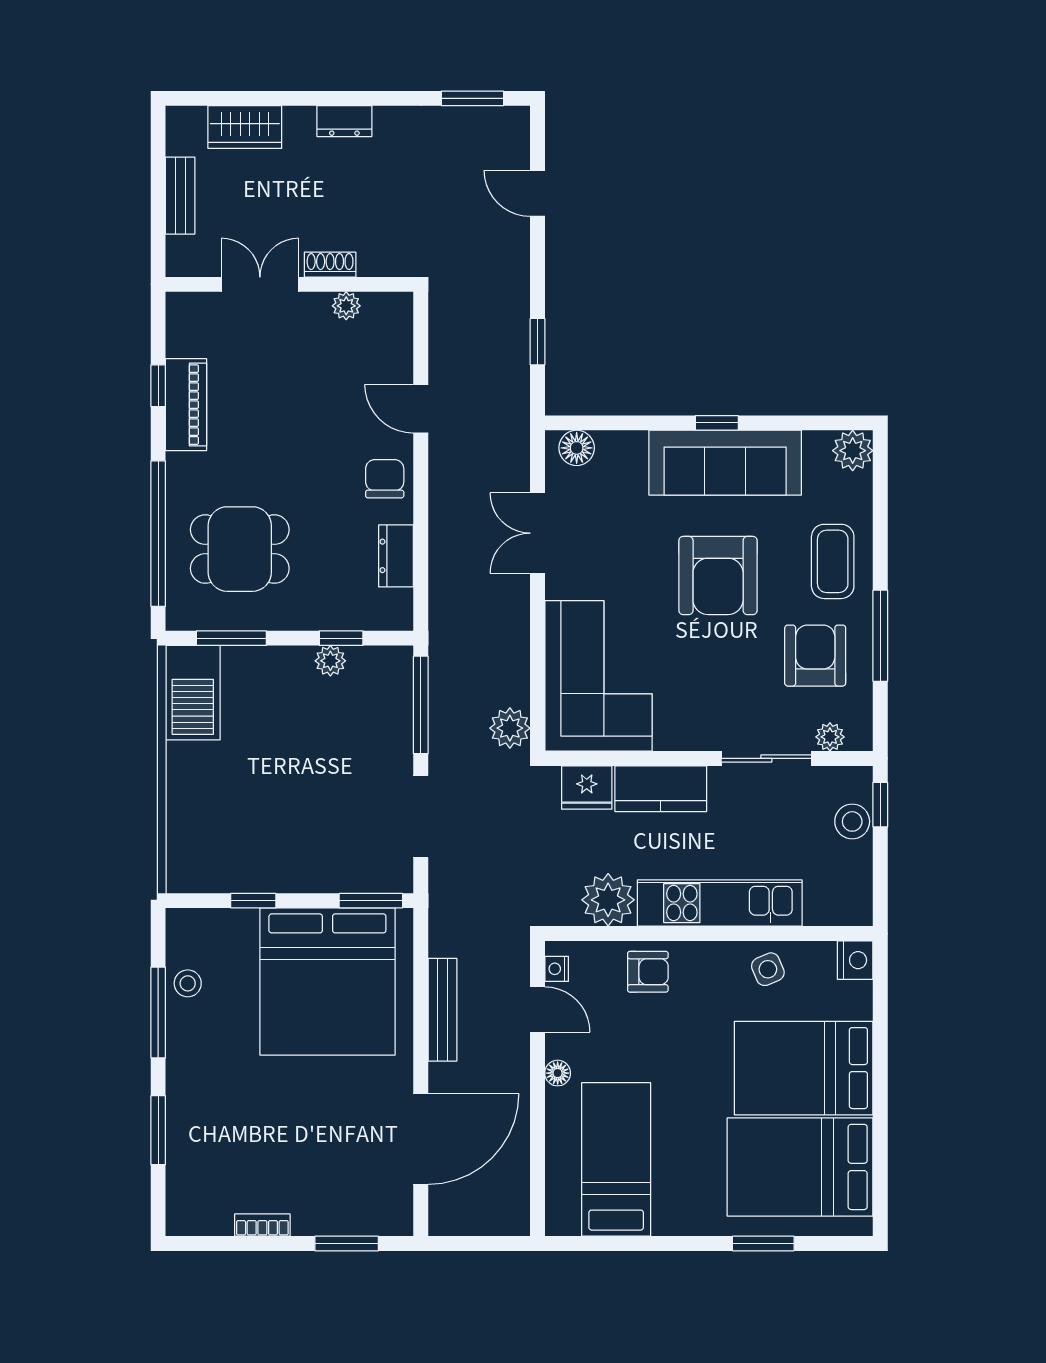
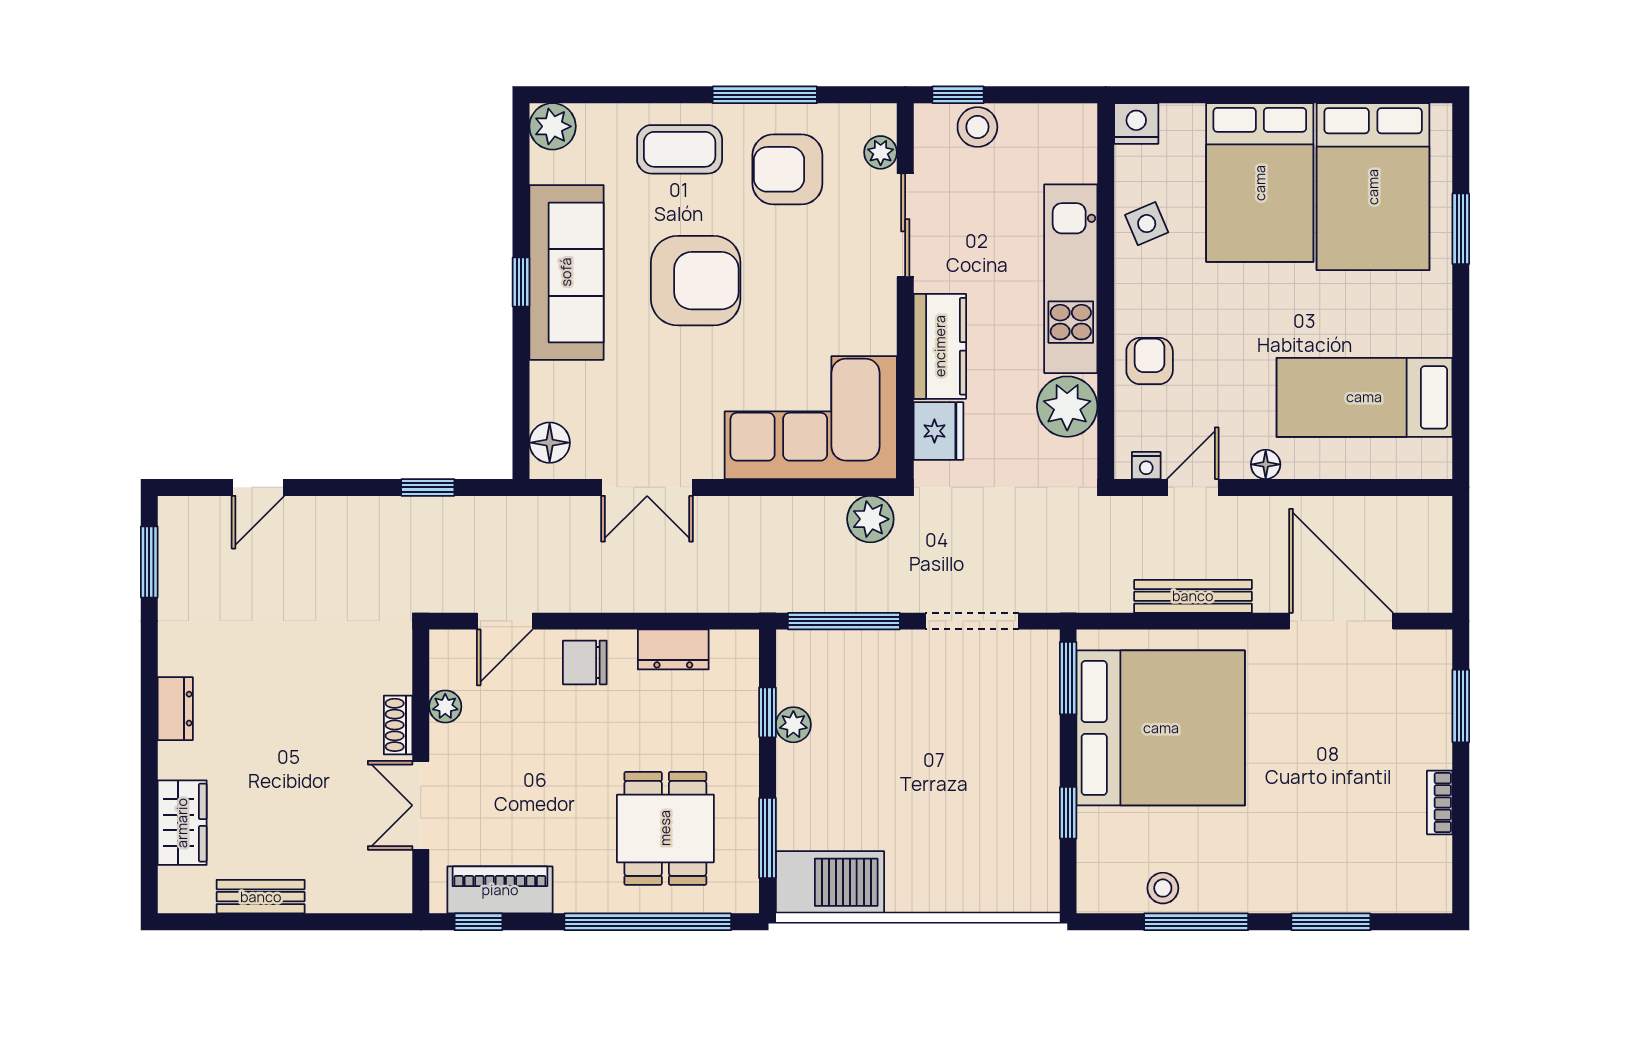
shoe rack: (330, 265) -> (398, 725), moved
double door: (260, 284) -> (421, 805), moved
wall: (289, 284) -> (421, 771), moved
plant: (346, 306) -> (445, 706), moved

